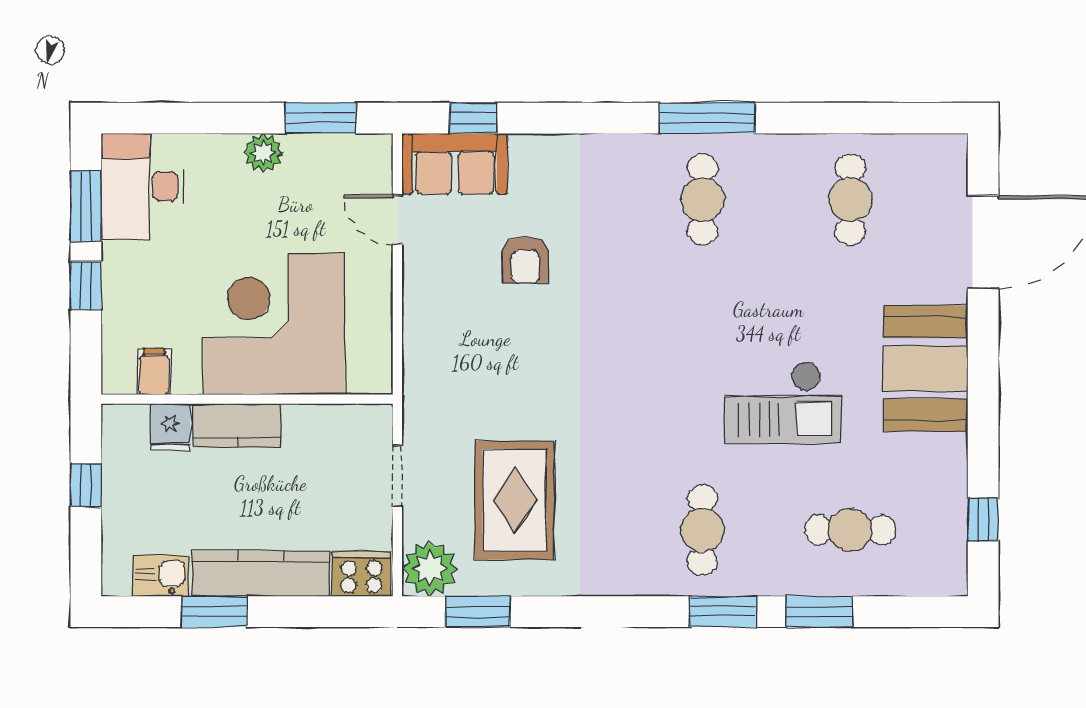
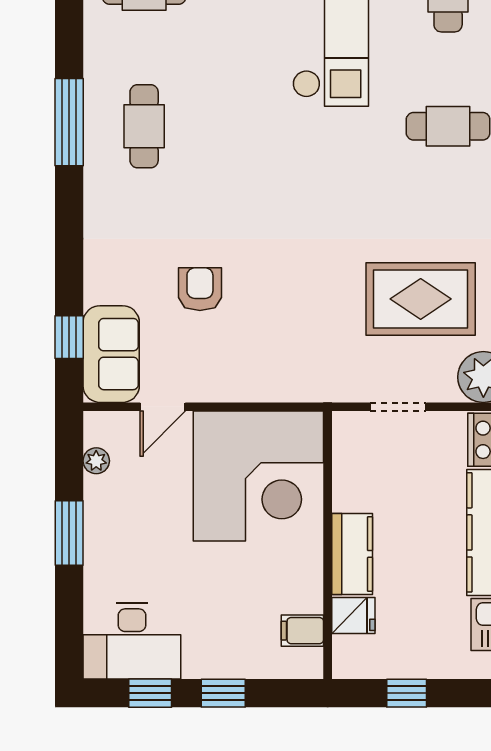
window: (321, 118) -> (69, 533), moved
plant: (263, 153) -> (96, 461), moved, width x0.73, depth x0.73
cafe table: (702, 200) -> (144, 126), turned 90
window: (86, 206) -> (150, 693), width x0.67
armchair: (525, 260) -> (200, 289), turned -90
corner desk: (274, 324) -> (258, 476), moved, turned -90

